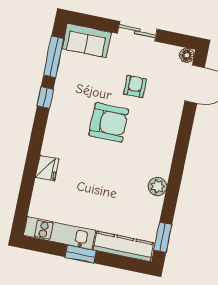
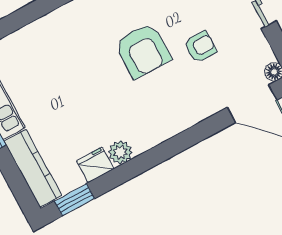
fridge: (47, 168) -> (95, 165), moved, turned 180

